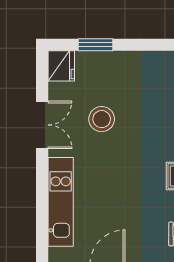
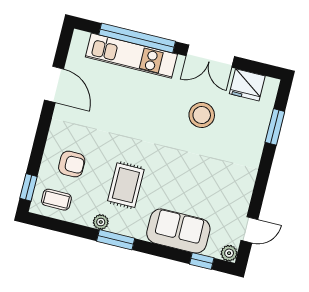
fridge: (61, 66) -> (247, 85), moved
window: (42, 201) -> (137, 38), added

